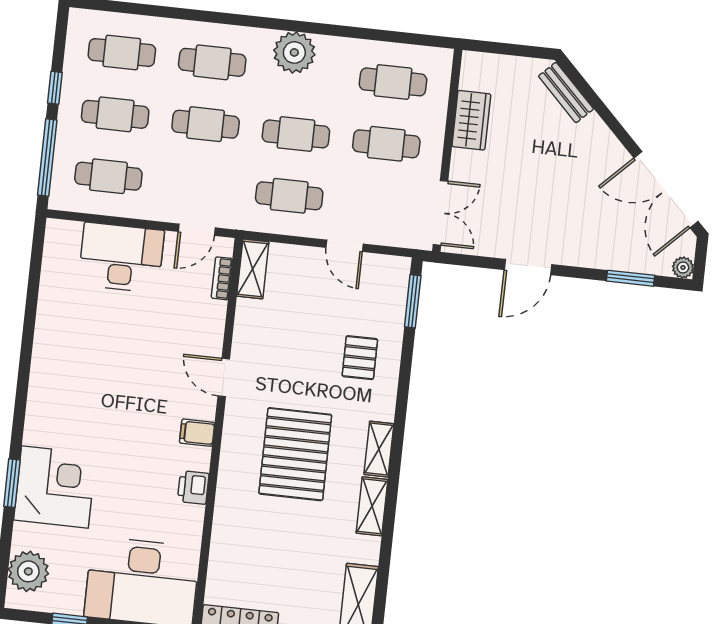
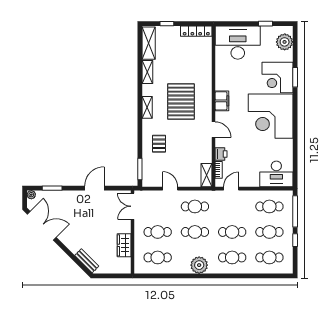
desk: (121, 257) -> (276, 174), moved
corner desk: (82, 395) -> (271, 116), added
filing cabinet: (197, 433) -> (222, 101), width x2.00
printer: (193, 487) -> (221, 154), moved
shelving: (372, 506) -> (147, 72), moved

